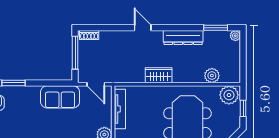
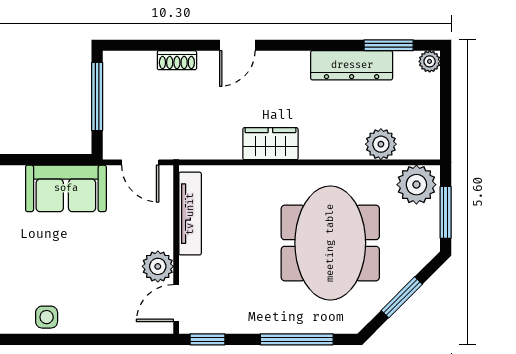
door: (143, 28) -> (237, 45), swing flipped
shoe rack: (89, 35) -> (177, 60), moved
dresser: (183, 38) -> (352, 65), moved
window: (243, 108) -> (446, 212), width x1.50

